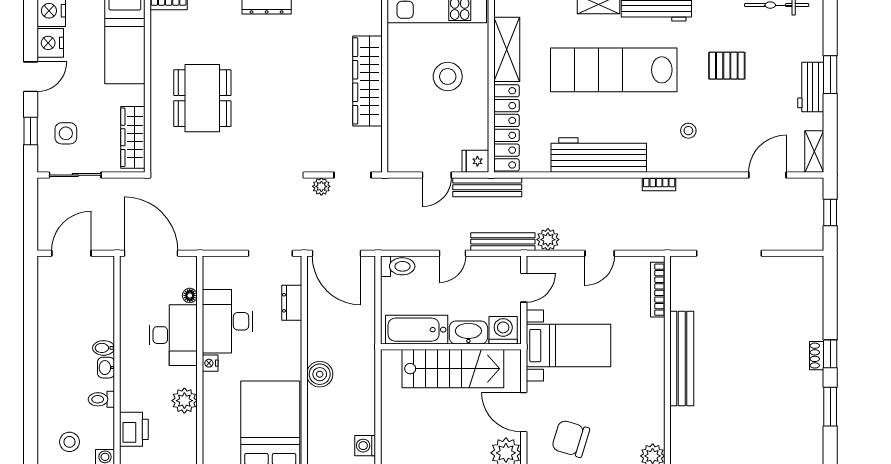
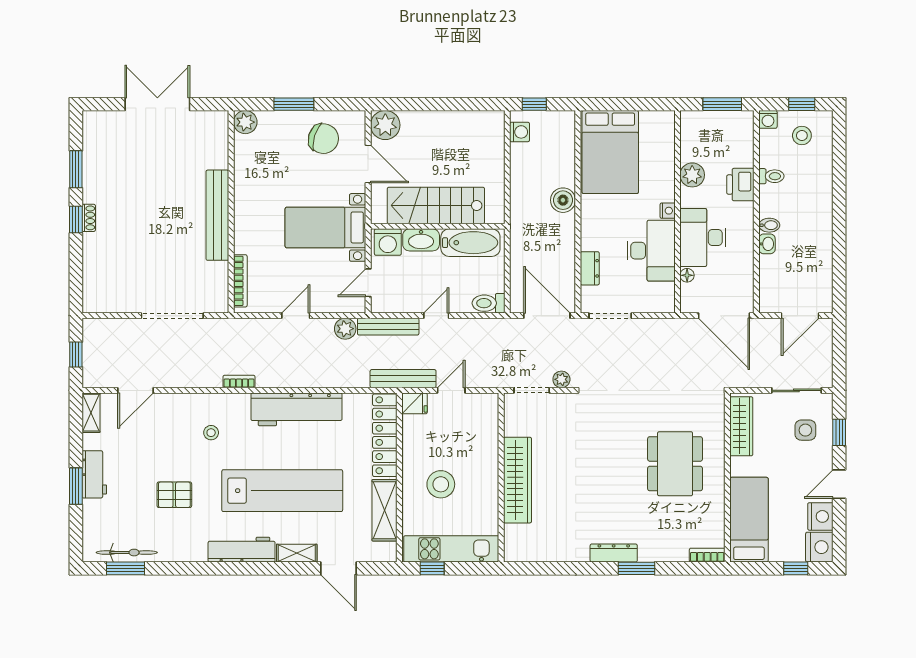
washbasin: (106, 368) -> (767, 244), moved
printer: (134, 429) -> (740, 185), moved

